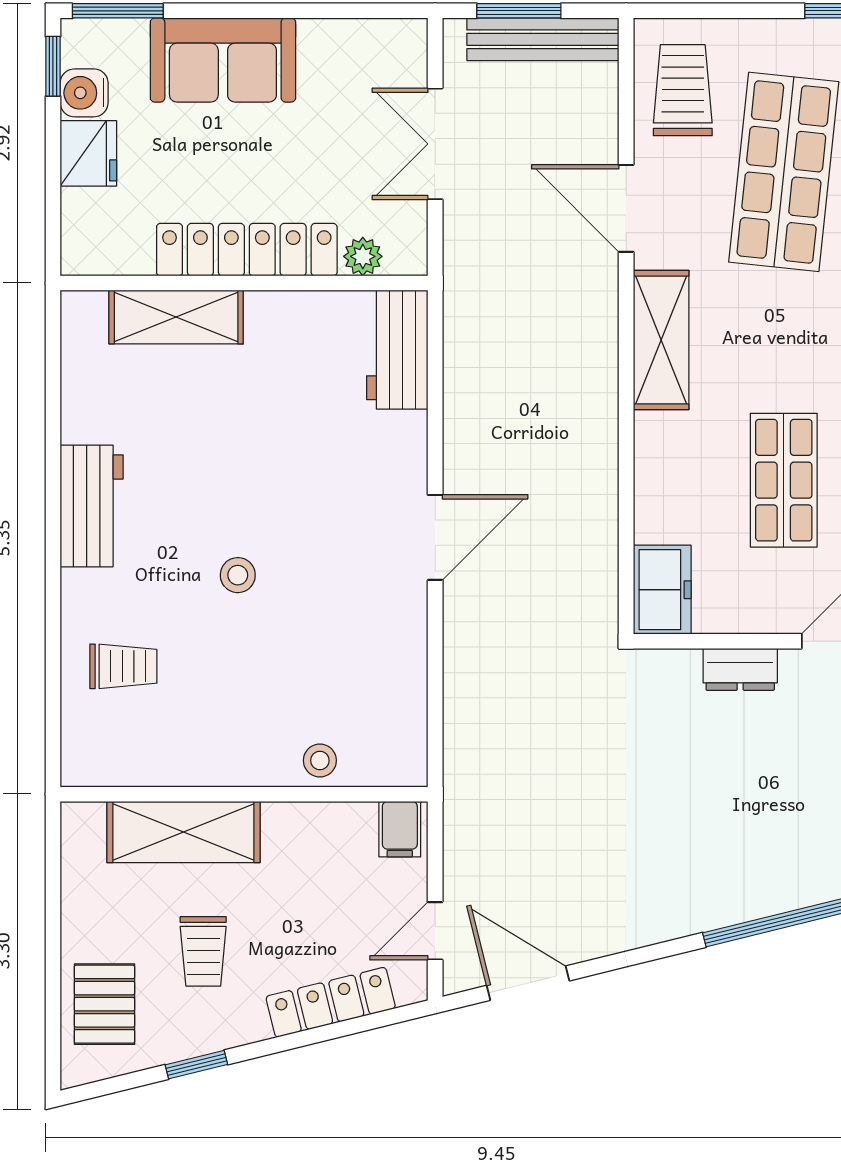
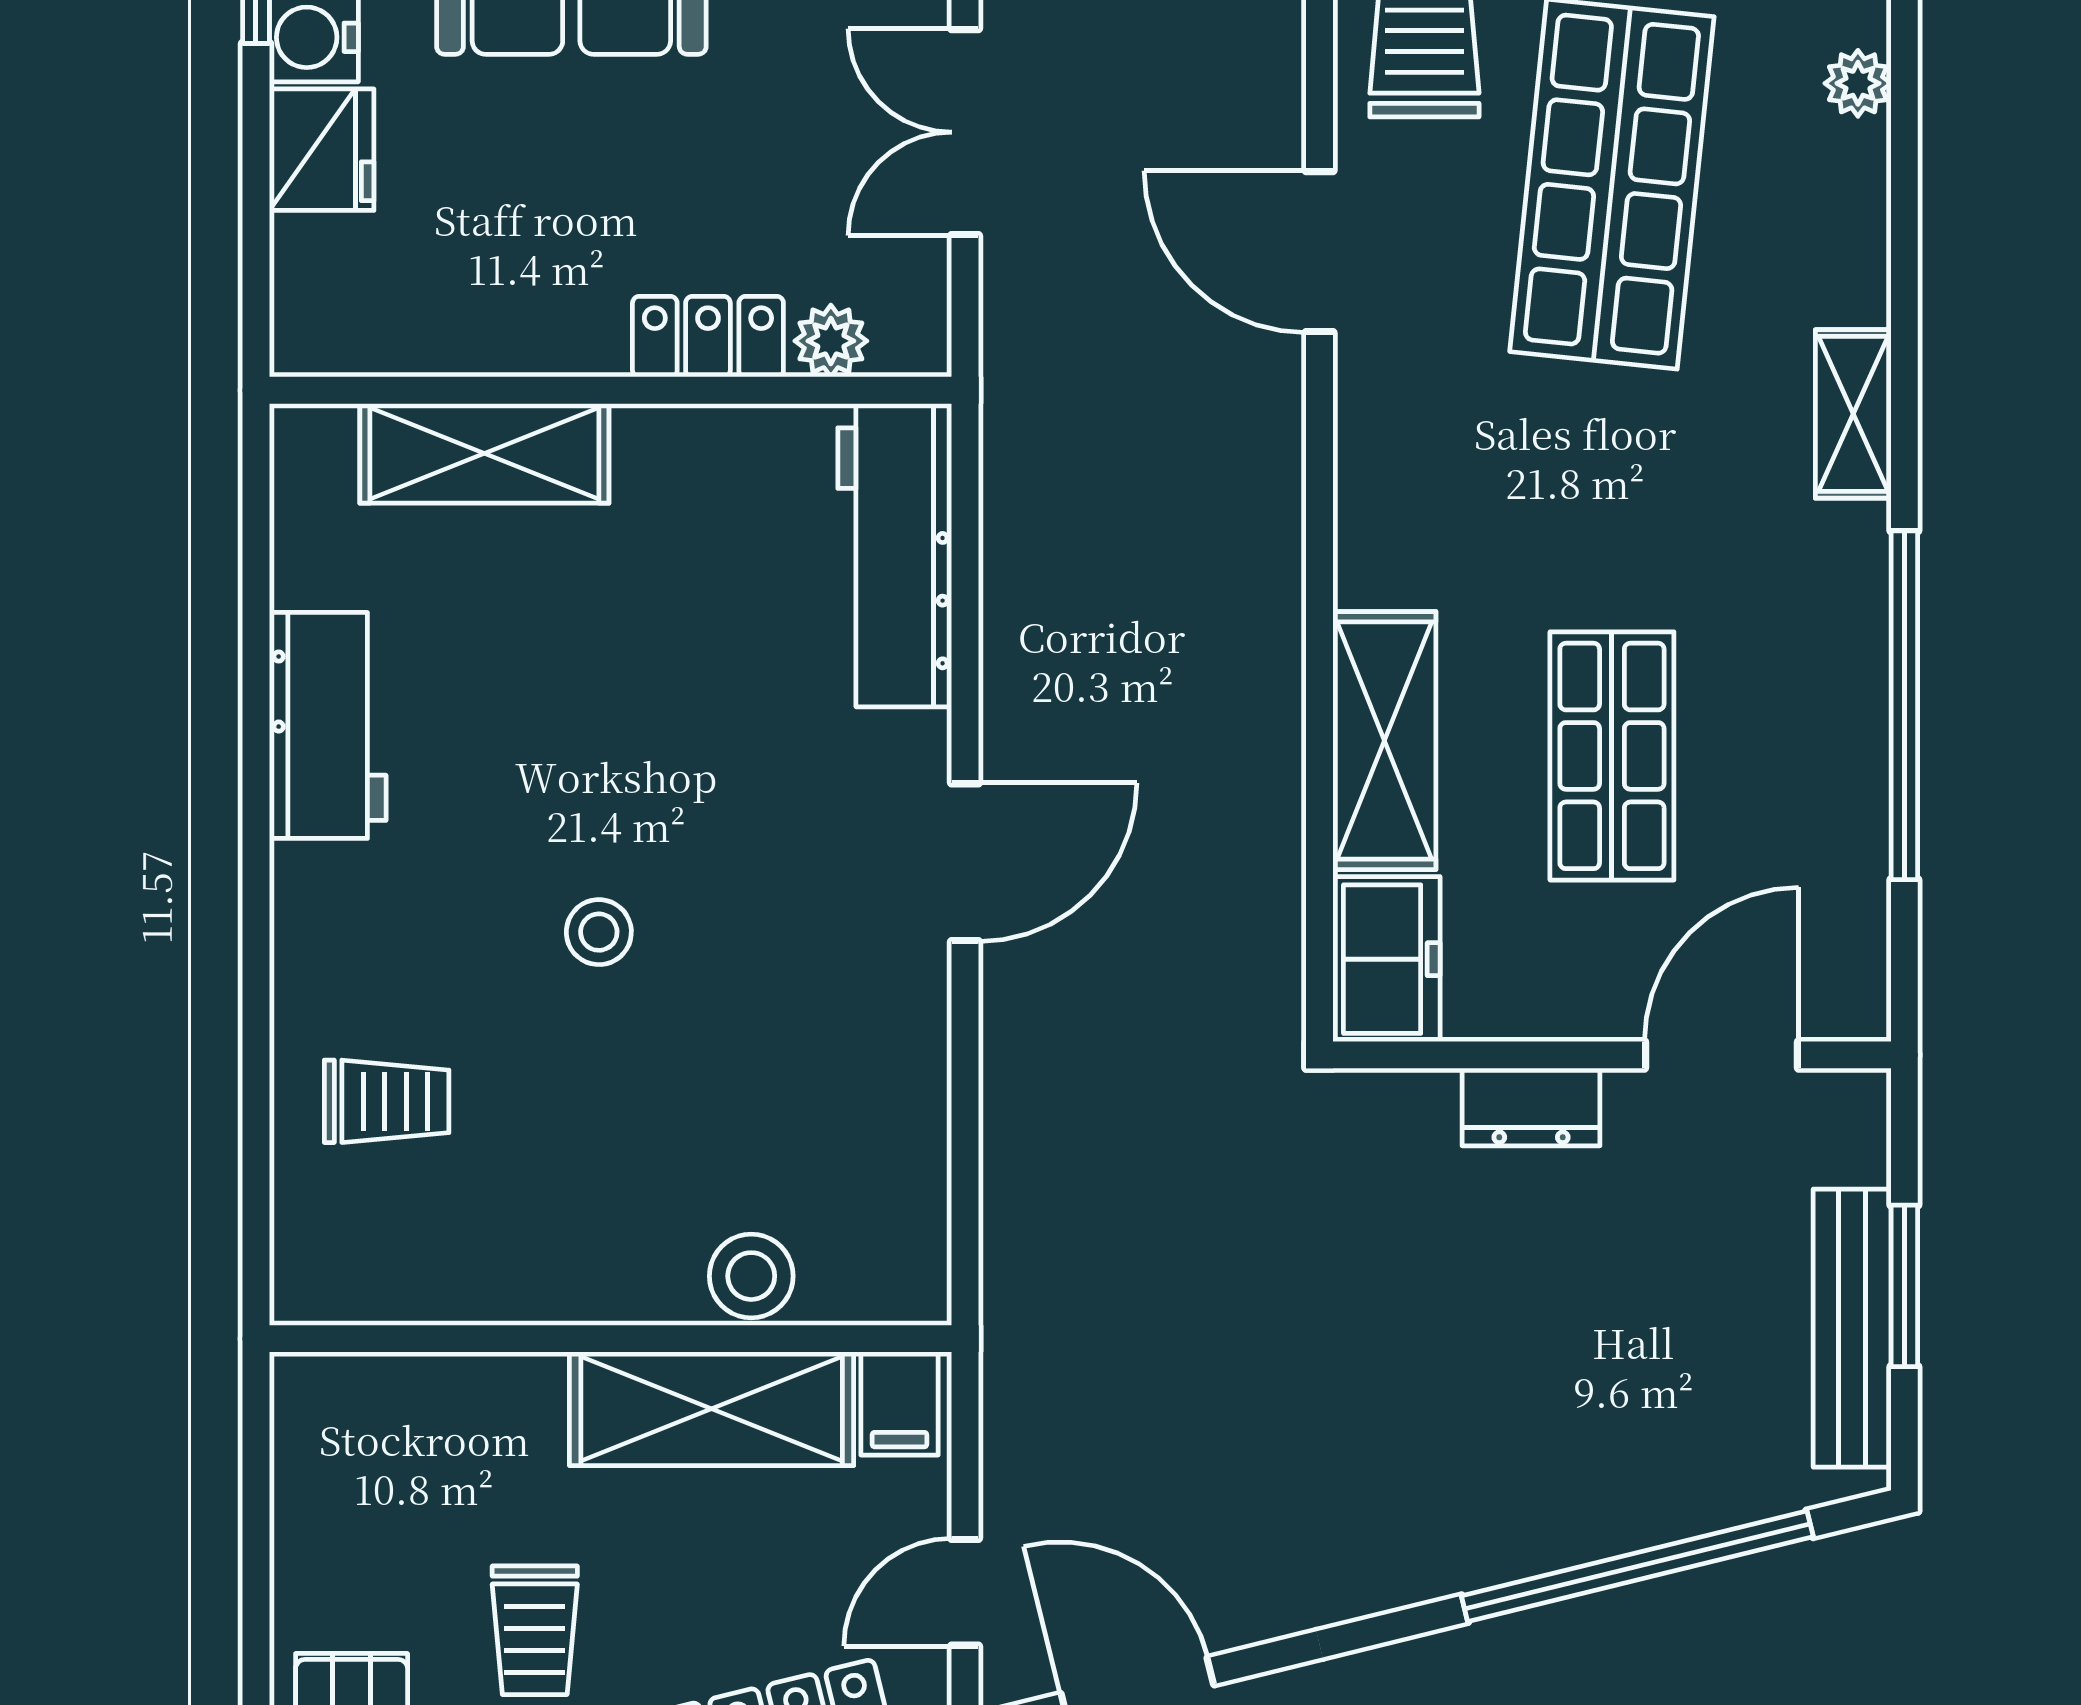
locker: (247, 250) -> (708, 337), width x0.46, depth x0.83
shelving: (661, 340) -> (1384, 741), moved
workbench: (397, 350) -> (895, 555), width x1.38
workbench: (92, 506) -> (328, 725), moved
stool: (320, 760) -> (751, 1276), width x1.37, depth x1.37
shelving: (183, 832) -> (712, 1409), moved

